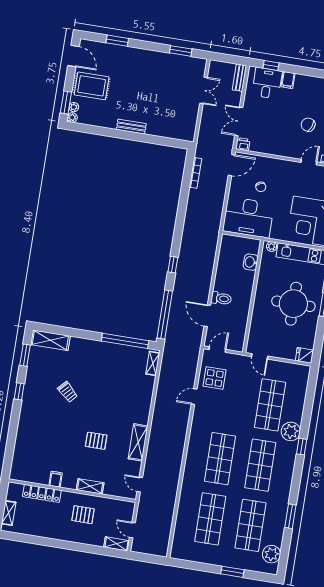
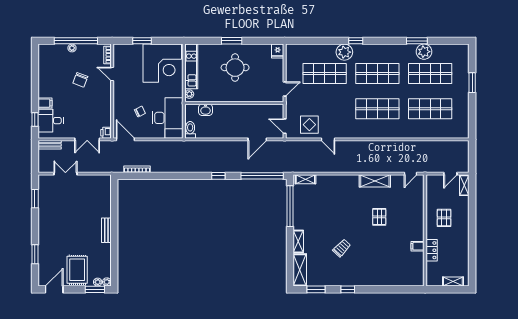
toilet: (221, 298) -> (190, 130), moved
round table: (293, 304) -> (235, 68), width x0.73, depth x0.73
shelving: (90, 486) -> (298, 241), moved
locker: (42, 493) -> (432, 250), width x0.66
plant: (271, 554) -> (424, 52), moved

